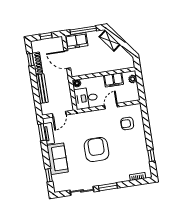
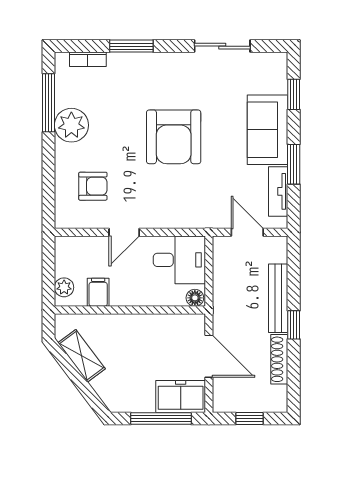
shelving: (110, 41) -> (82, 356), moved
window: (31, 60) -> (294, 325), moved
filing cabinet: (114, 80) -> (98, 292), width x0.50
door: (59, 114) -> (247, 232), hinge flipped
window: (42, 132) -> (294, 164), moved
plant: (140, 148) -> (71, 125), added
window: (151, 156) -> (49, 103), width x2.17
window: (108, 187) -> (131, 46), moved

